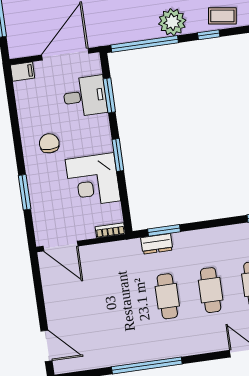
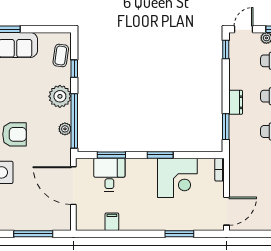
plant: (133, 34) -> (65, 129), added
filing cabinet: (22, 72) -> (112, 222), moved
chair: (49, 143) -> (143, 209), removed
dresser: (157, 244) -> (236, 102), moved

